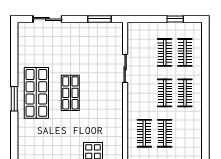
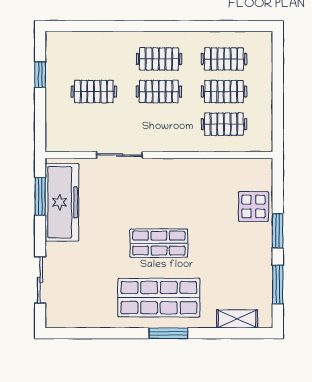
freezer: (96, 33) -> (62, 202), added
clothes rail: (185, 52) -> (224, 59), moved
shelving: (23, 142) -> (237, 319), added

